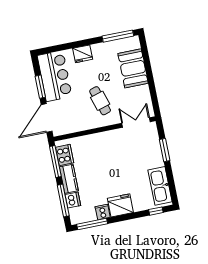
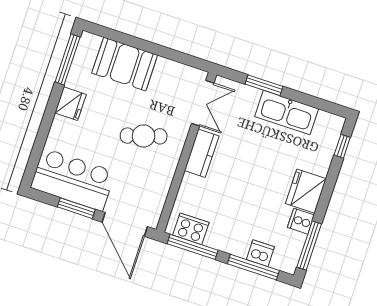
fridge: (83, 54) -> (71, 104), moved
double door: (136, 123) -> (203, 103), swing flipped
kitchen counter: (69, 179) -> (202, 153), moved, turned 90
kitchen sink: (160, 186) -> (287, 113), moved

